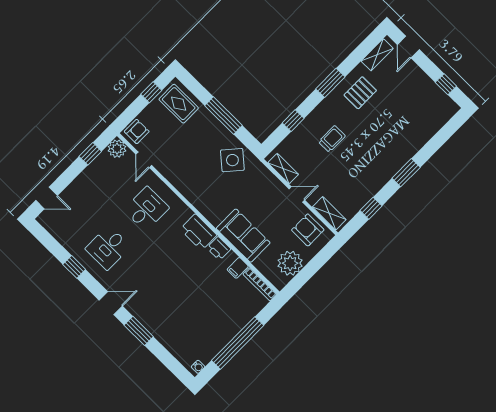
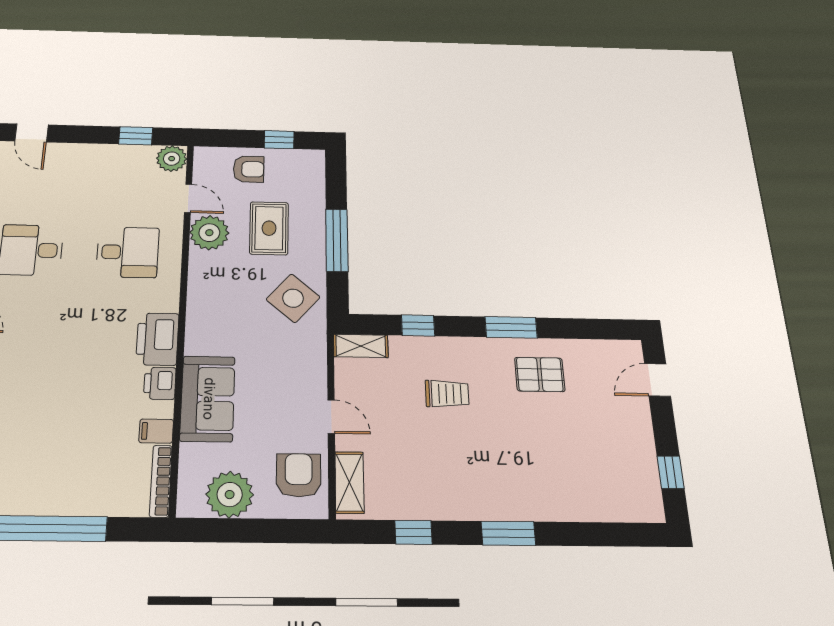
shelving: (377, 55) -> (606, 351), removed
rug: (179, 104) -> (269, 228), moved
armchair: (137, 132) -> (249, 169), moved
door: (144, 160) -> (188, 198), swing flipped
plant: (169, 166) -> (209, 233), added
shelving: (283, 169) -> (361, 346), moved, turned 90

